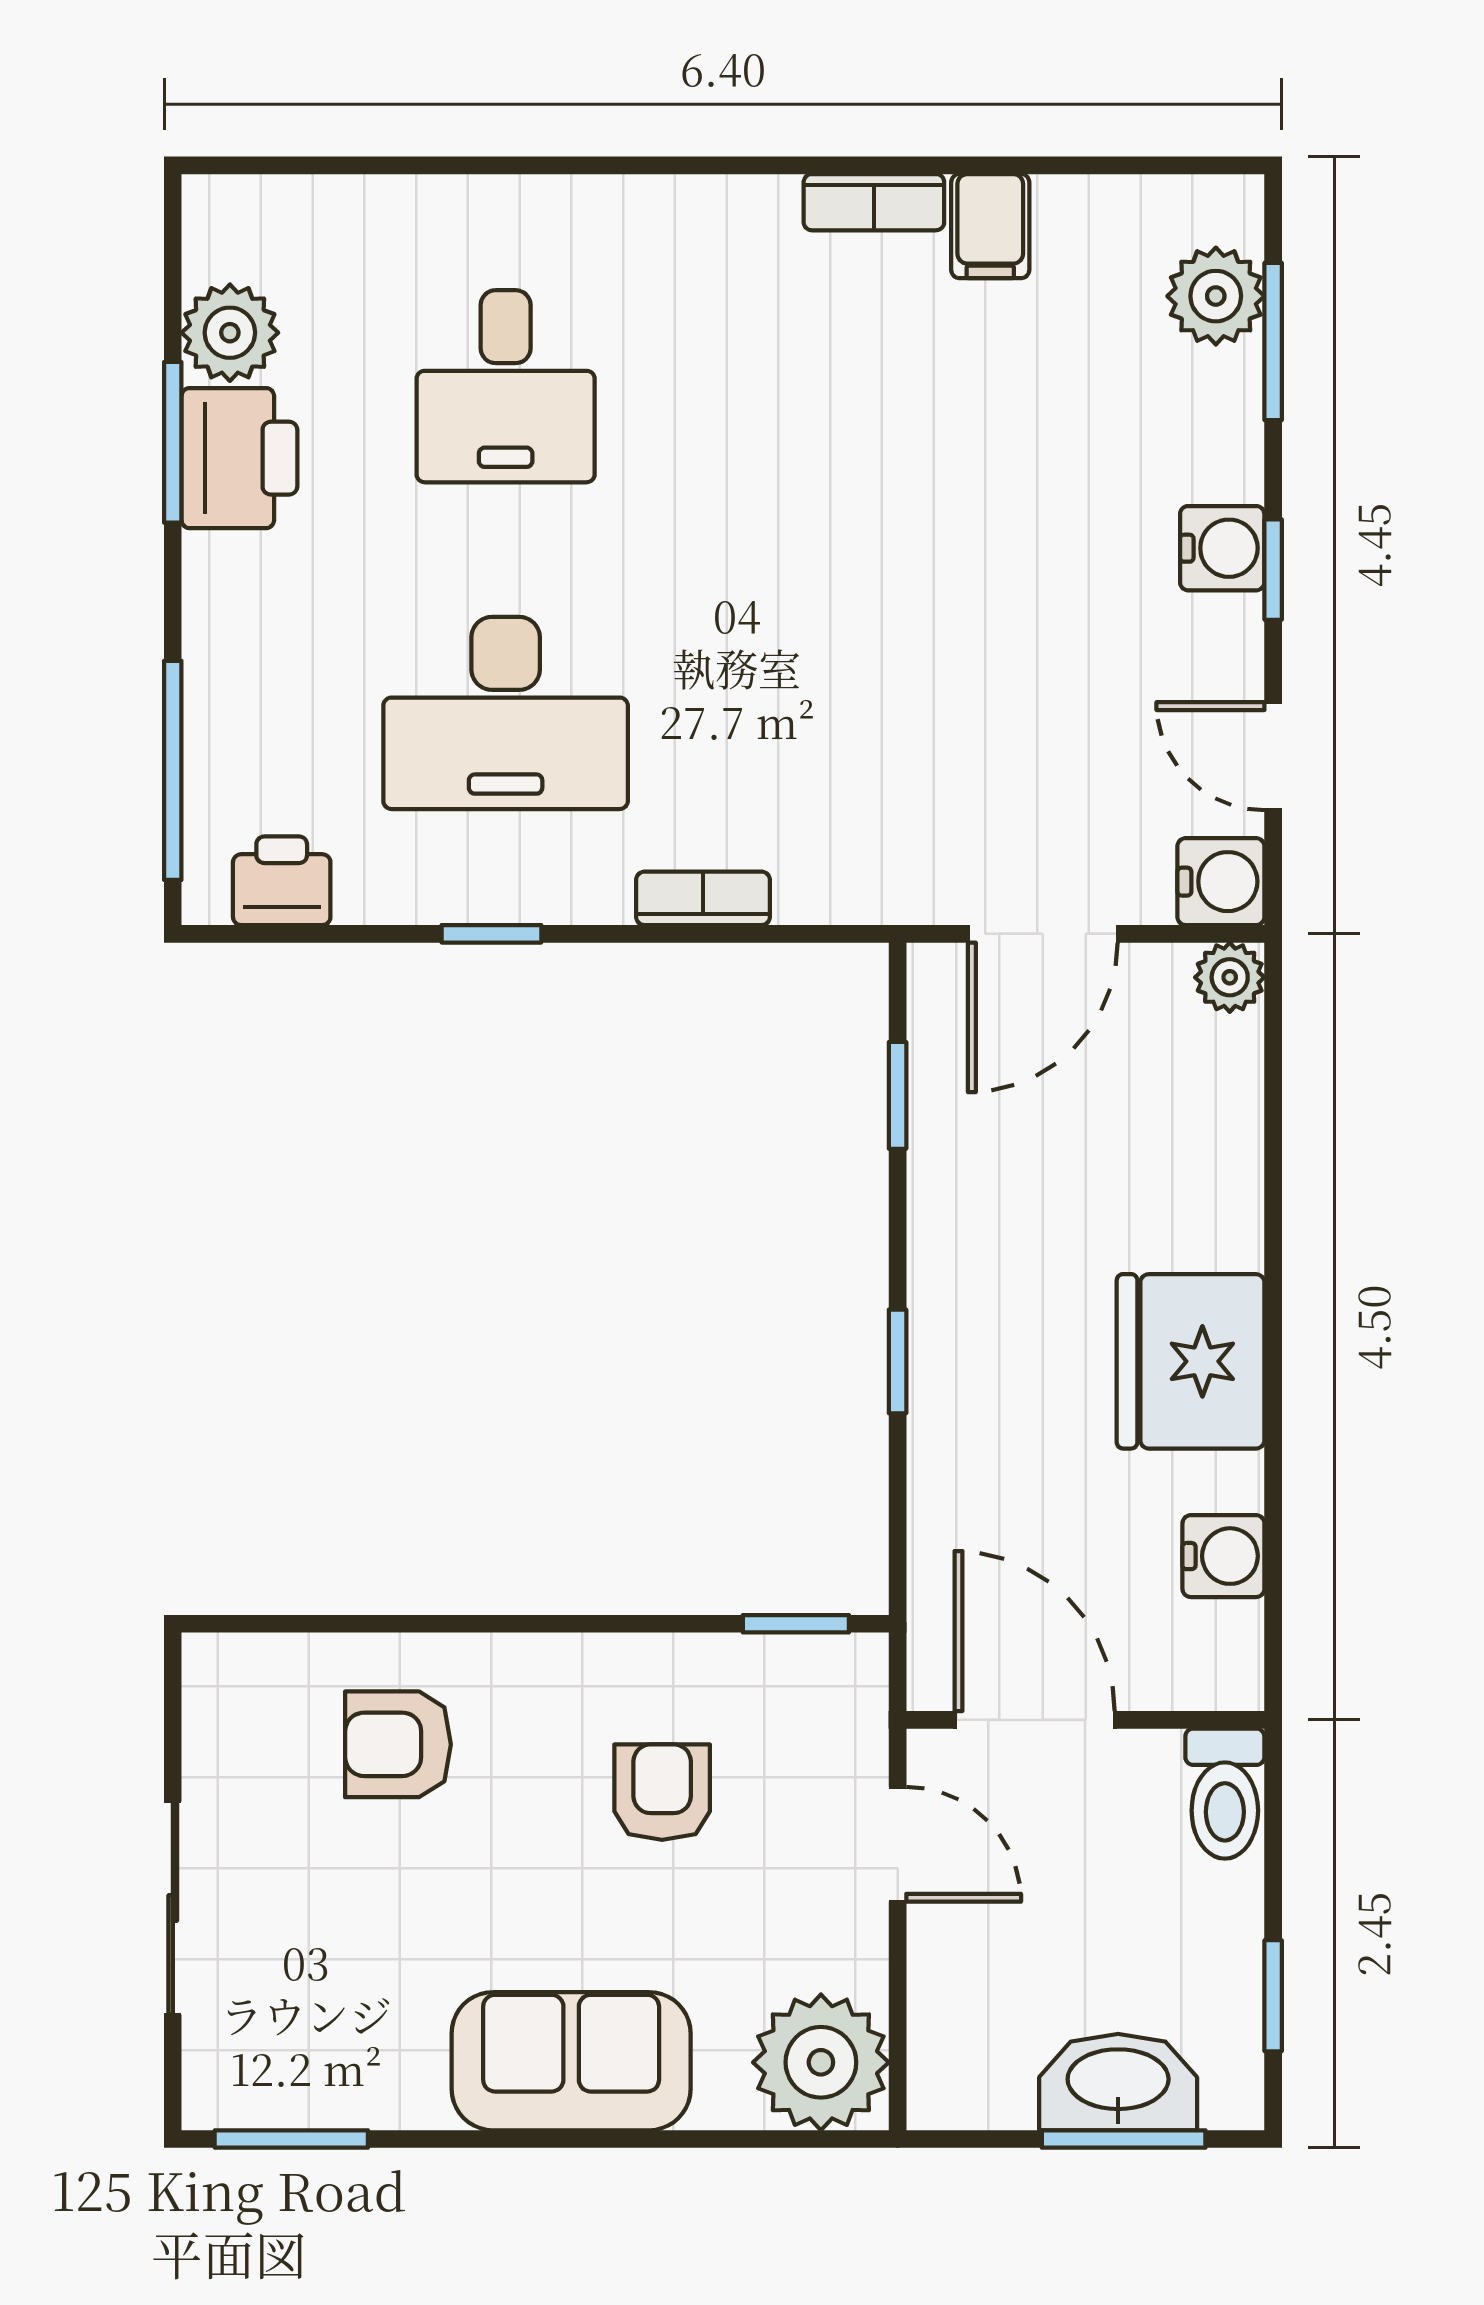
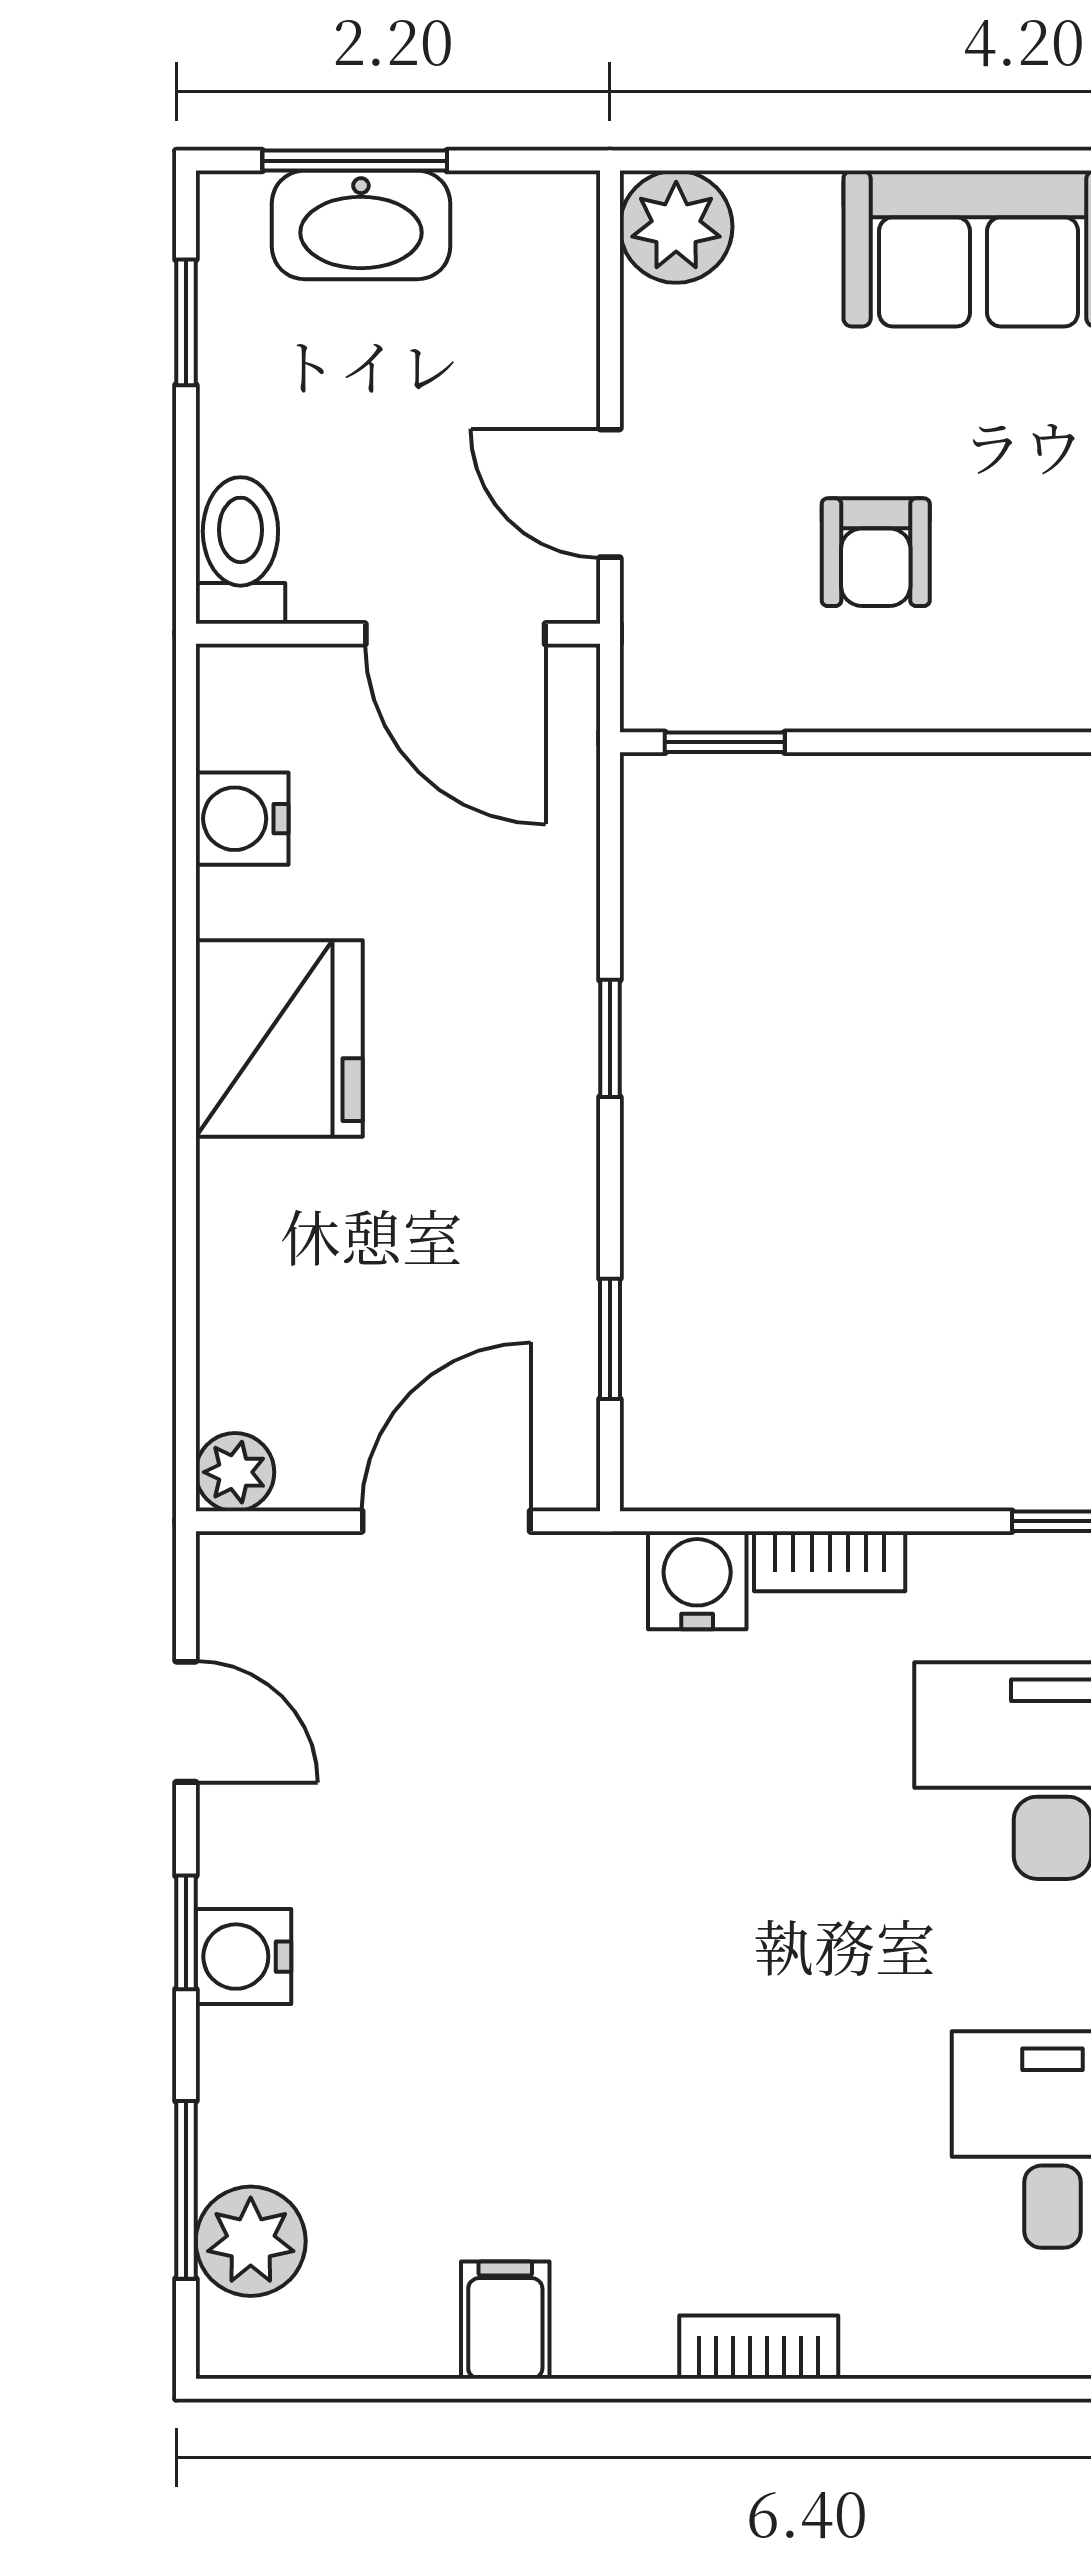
bookcase: (874, 202) -> (759, 2347), moved
water cooler: (1221, 882) -> (697, 1580), moved, turned 90
plant: (821, 2062) -> (676, 227), width x0.73, depth x0.73

